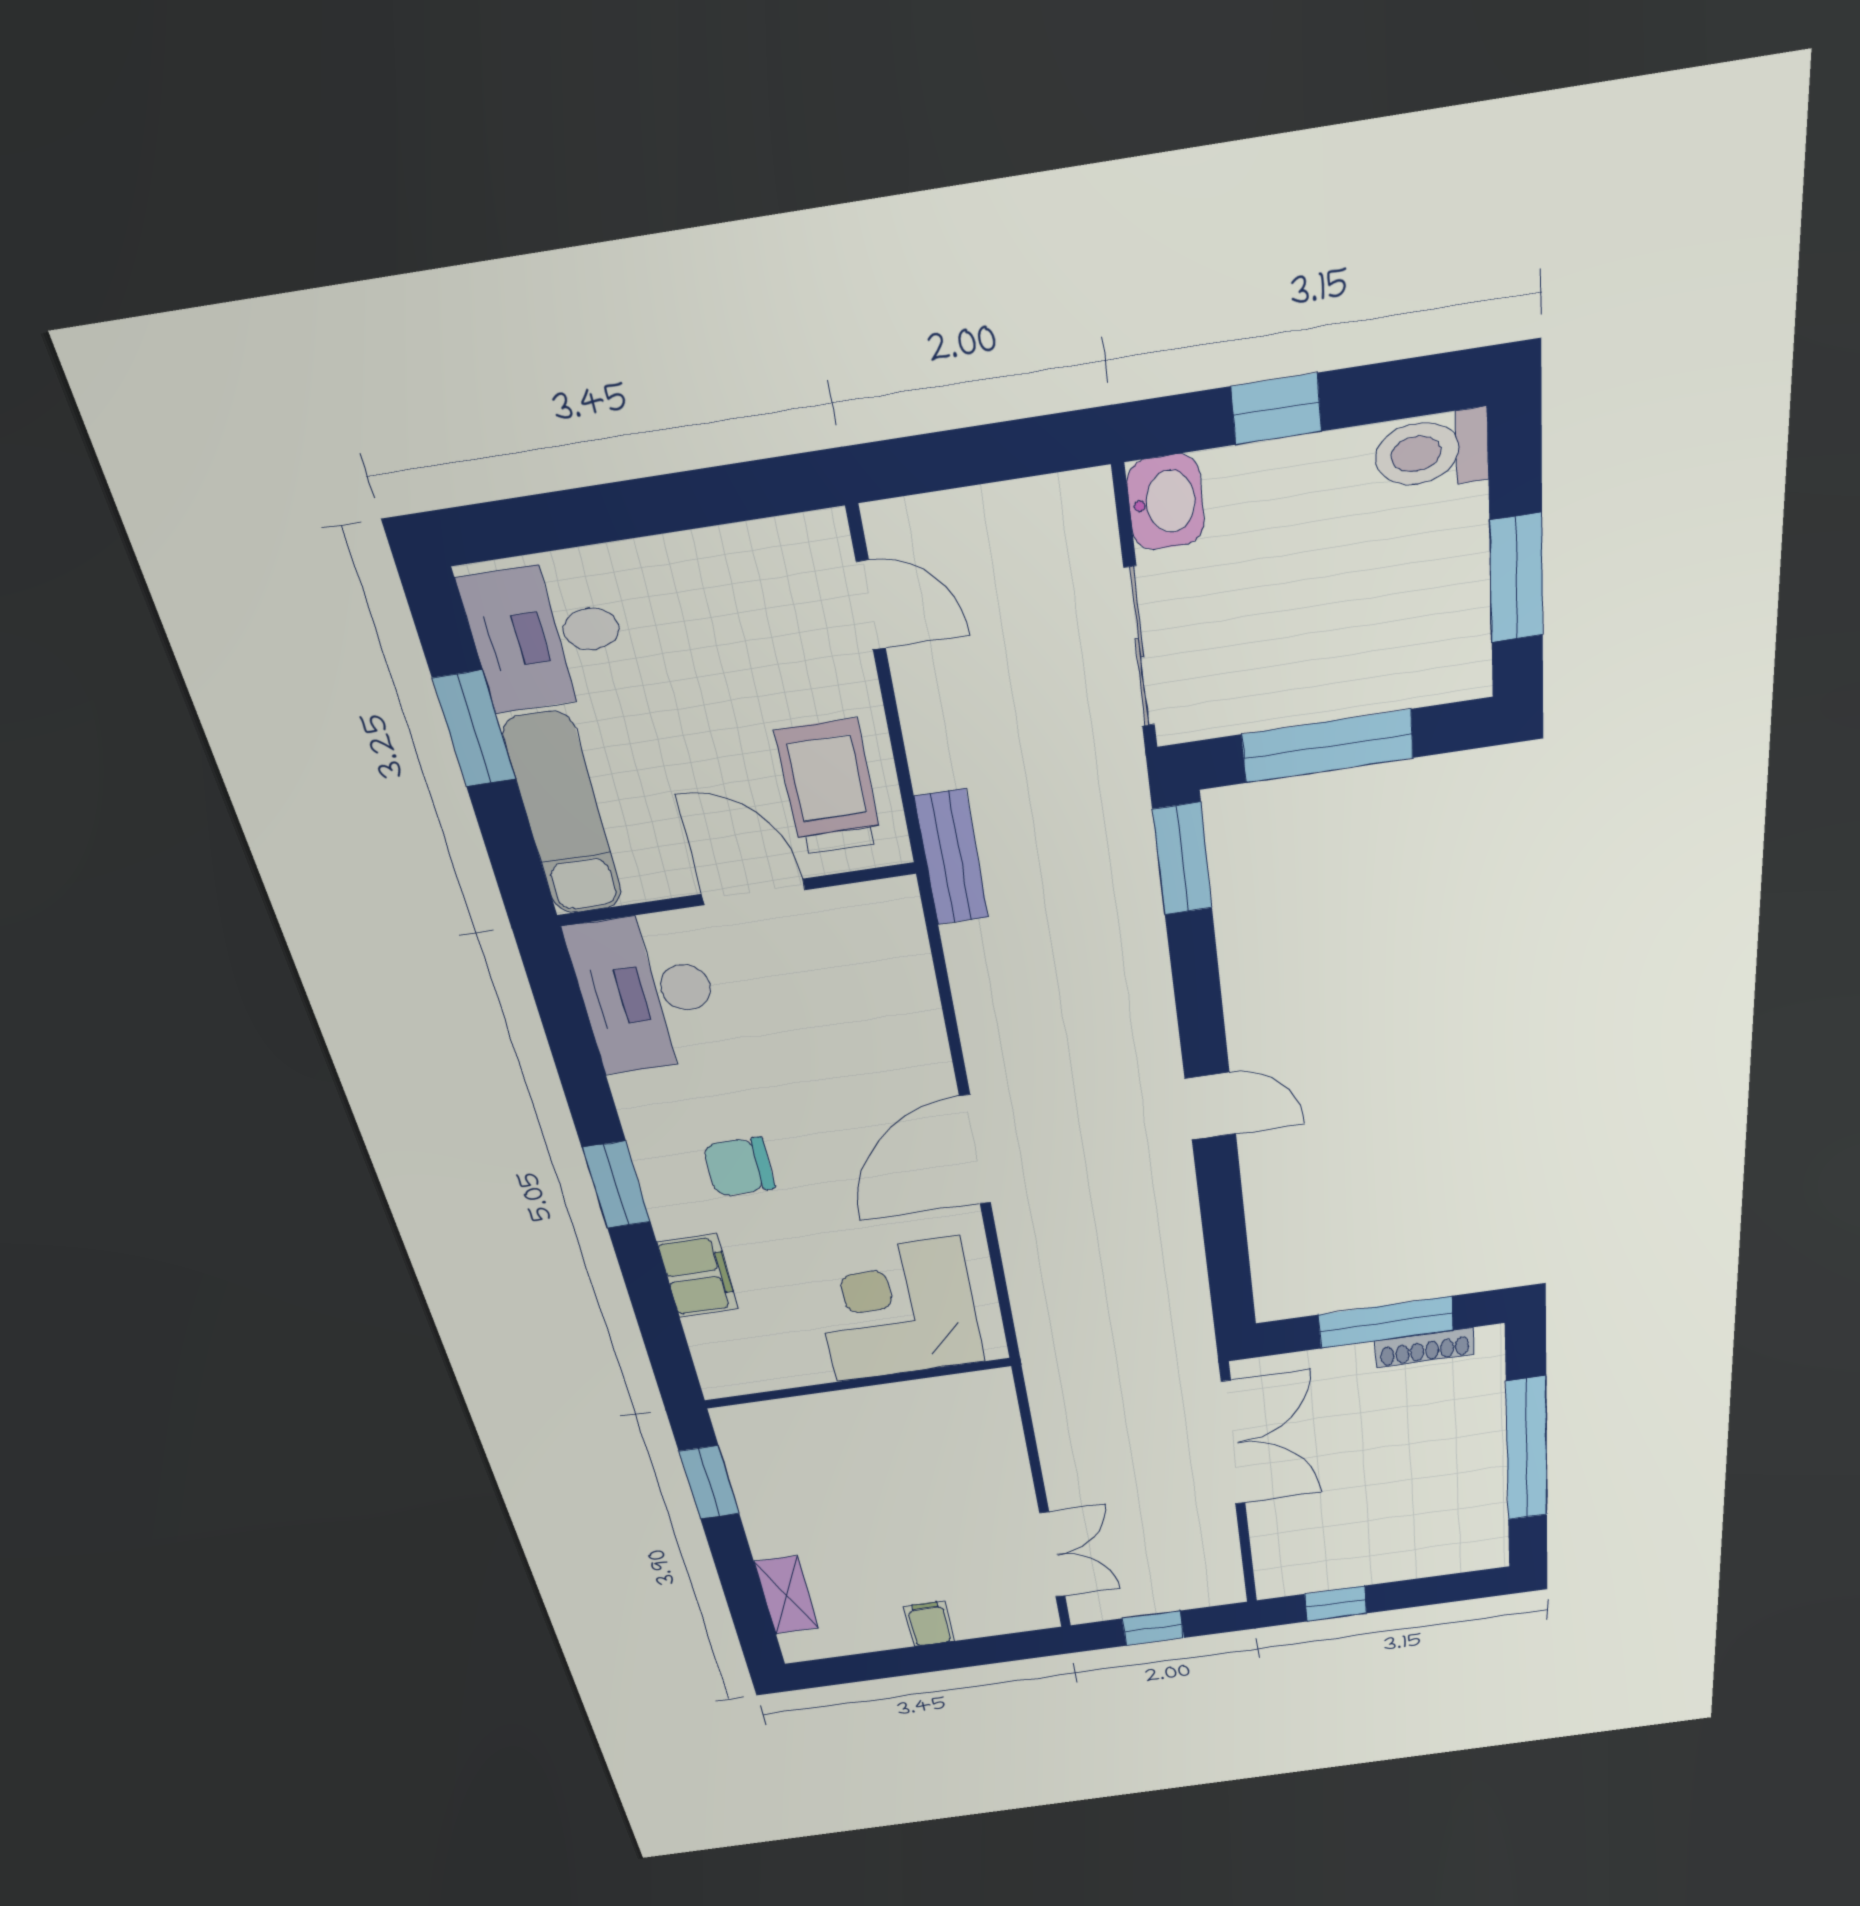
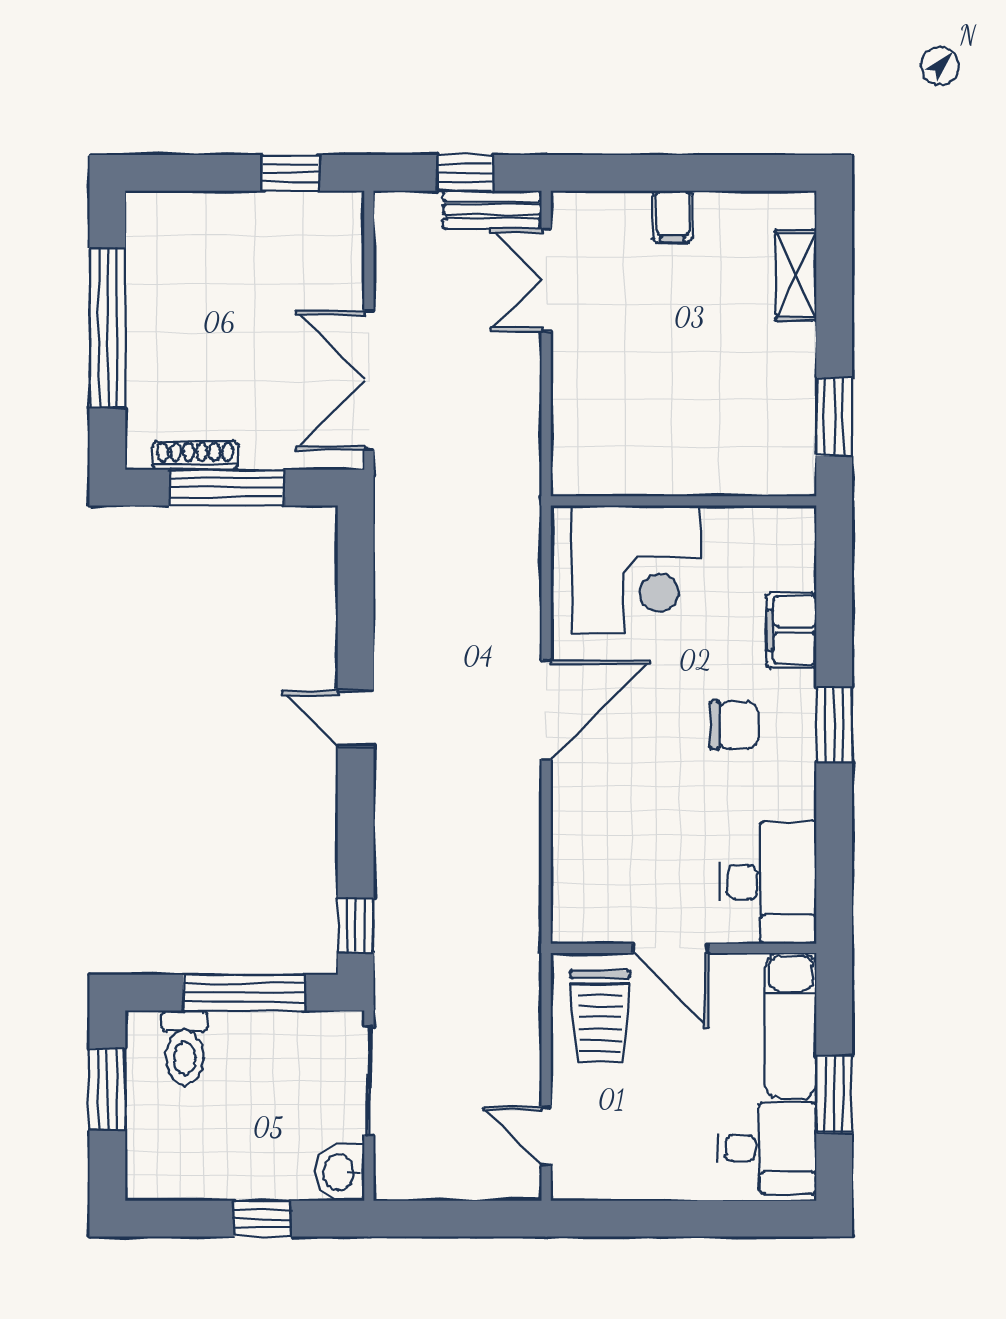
toilet: (1432, 451) -> (185, 1048), moved, turned 90
bench: (952, 858) -> (492, 210), moved, turned 90
window: (1183, 859) -> (356, 925), width x0.67

